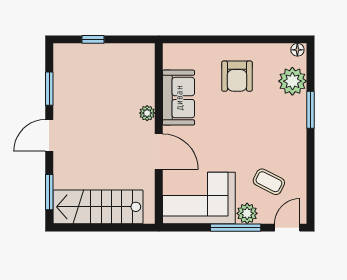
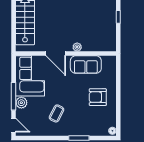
plant: (292, 81) -> (95, 128), removed
door: (159, 152) -> (56, 54), hinge flipped
coffee table: (269, 182) -> (57, 113), moved

